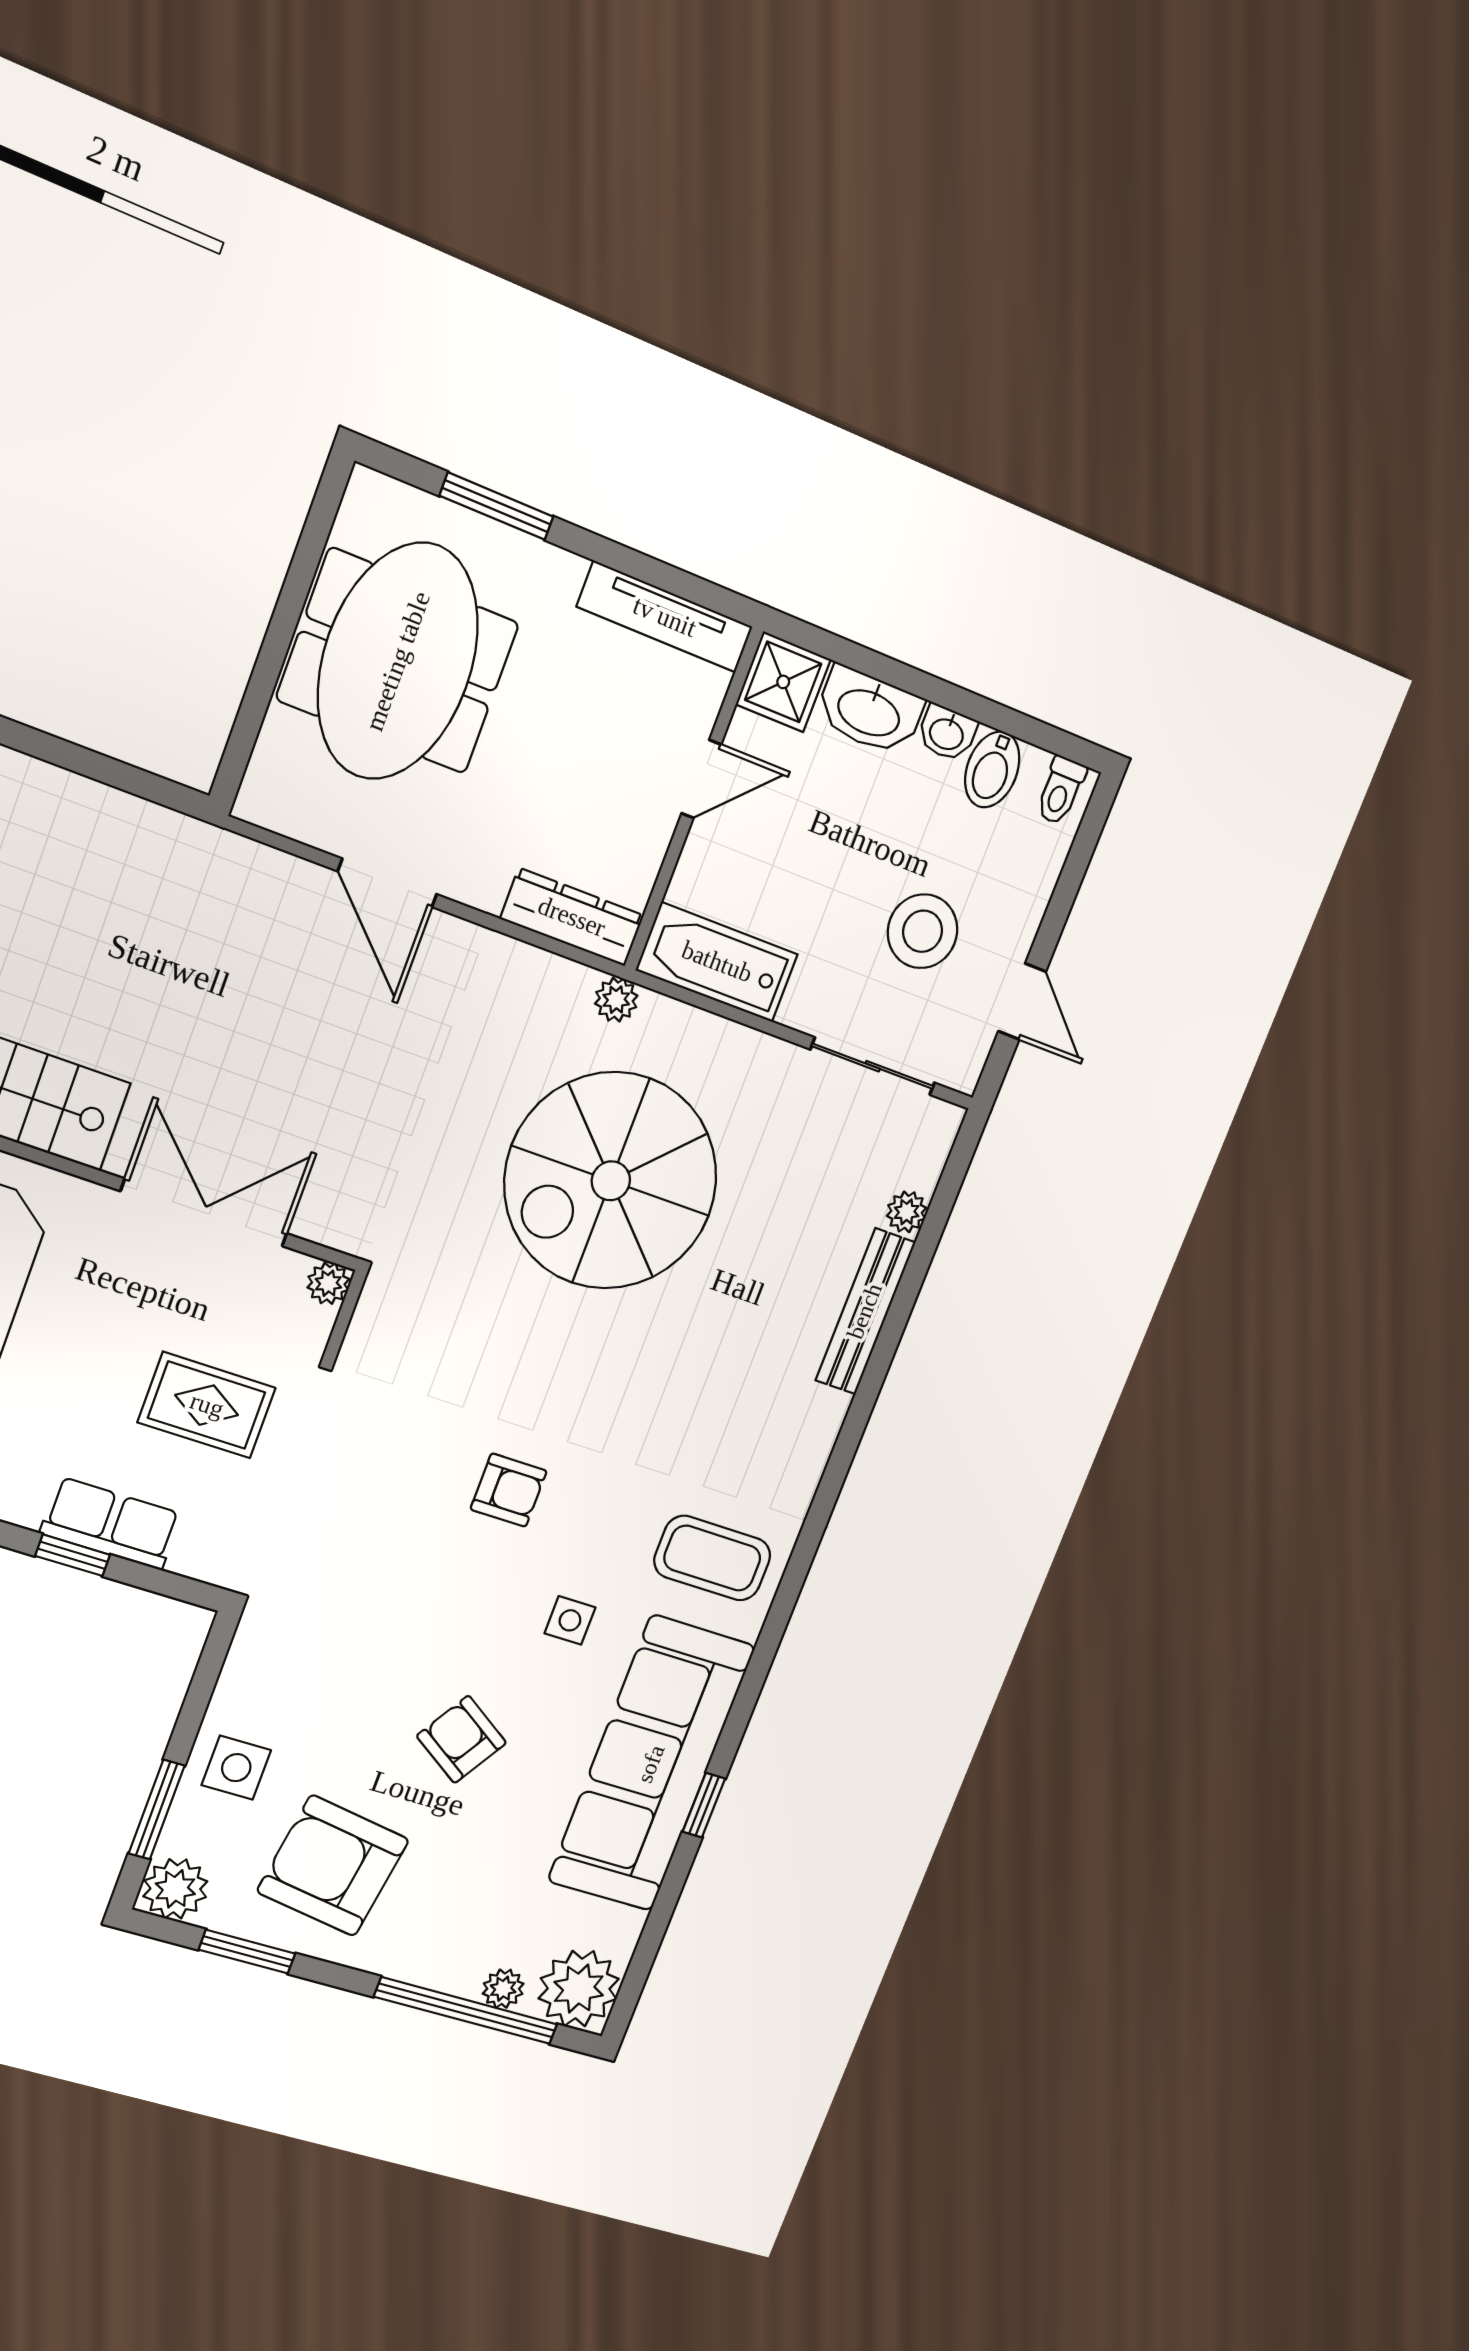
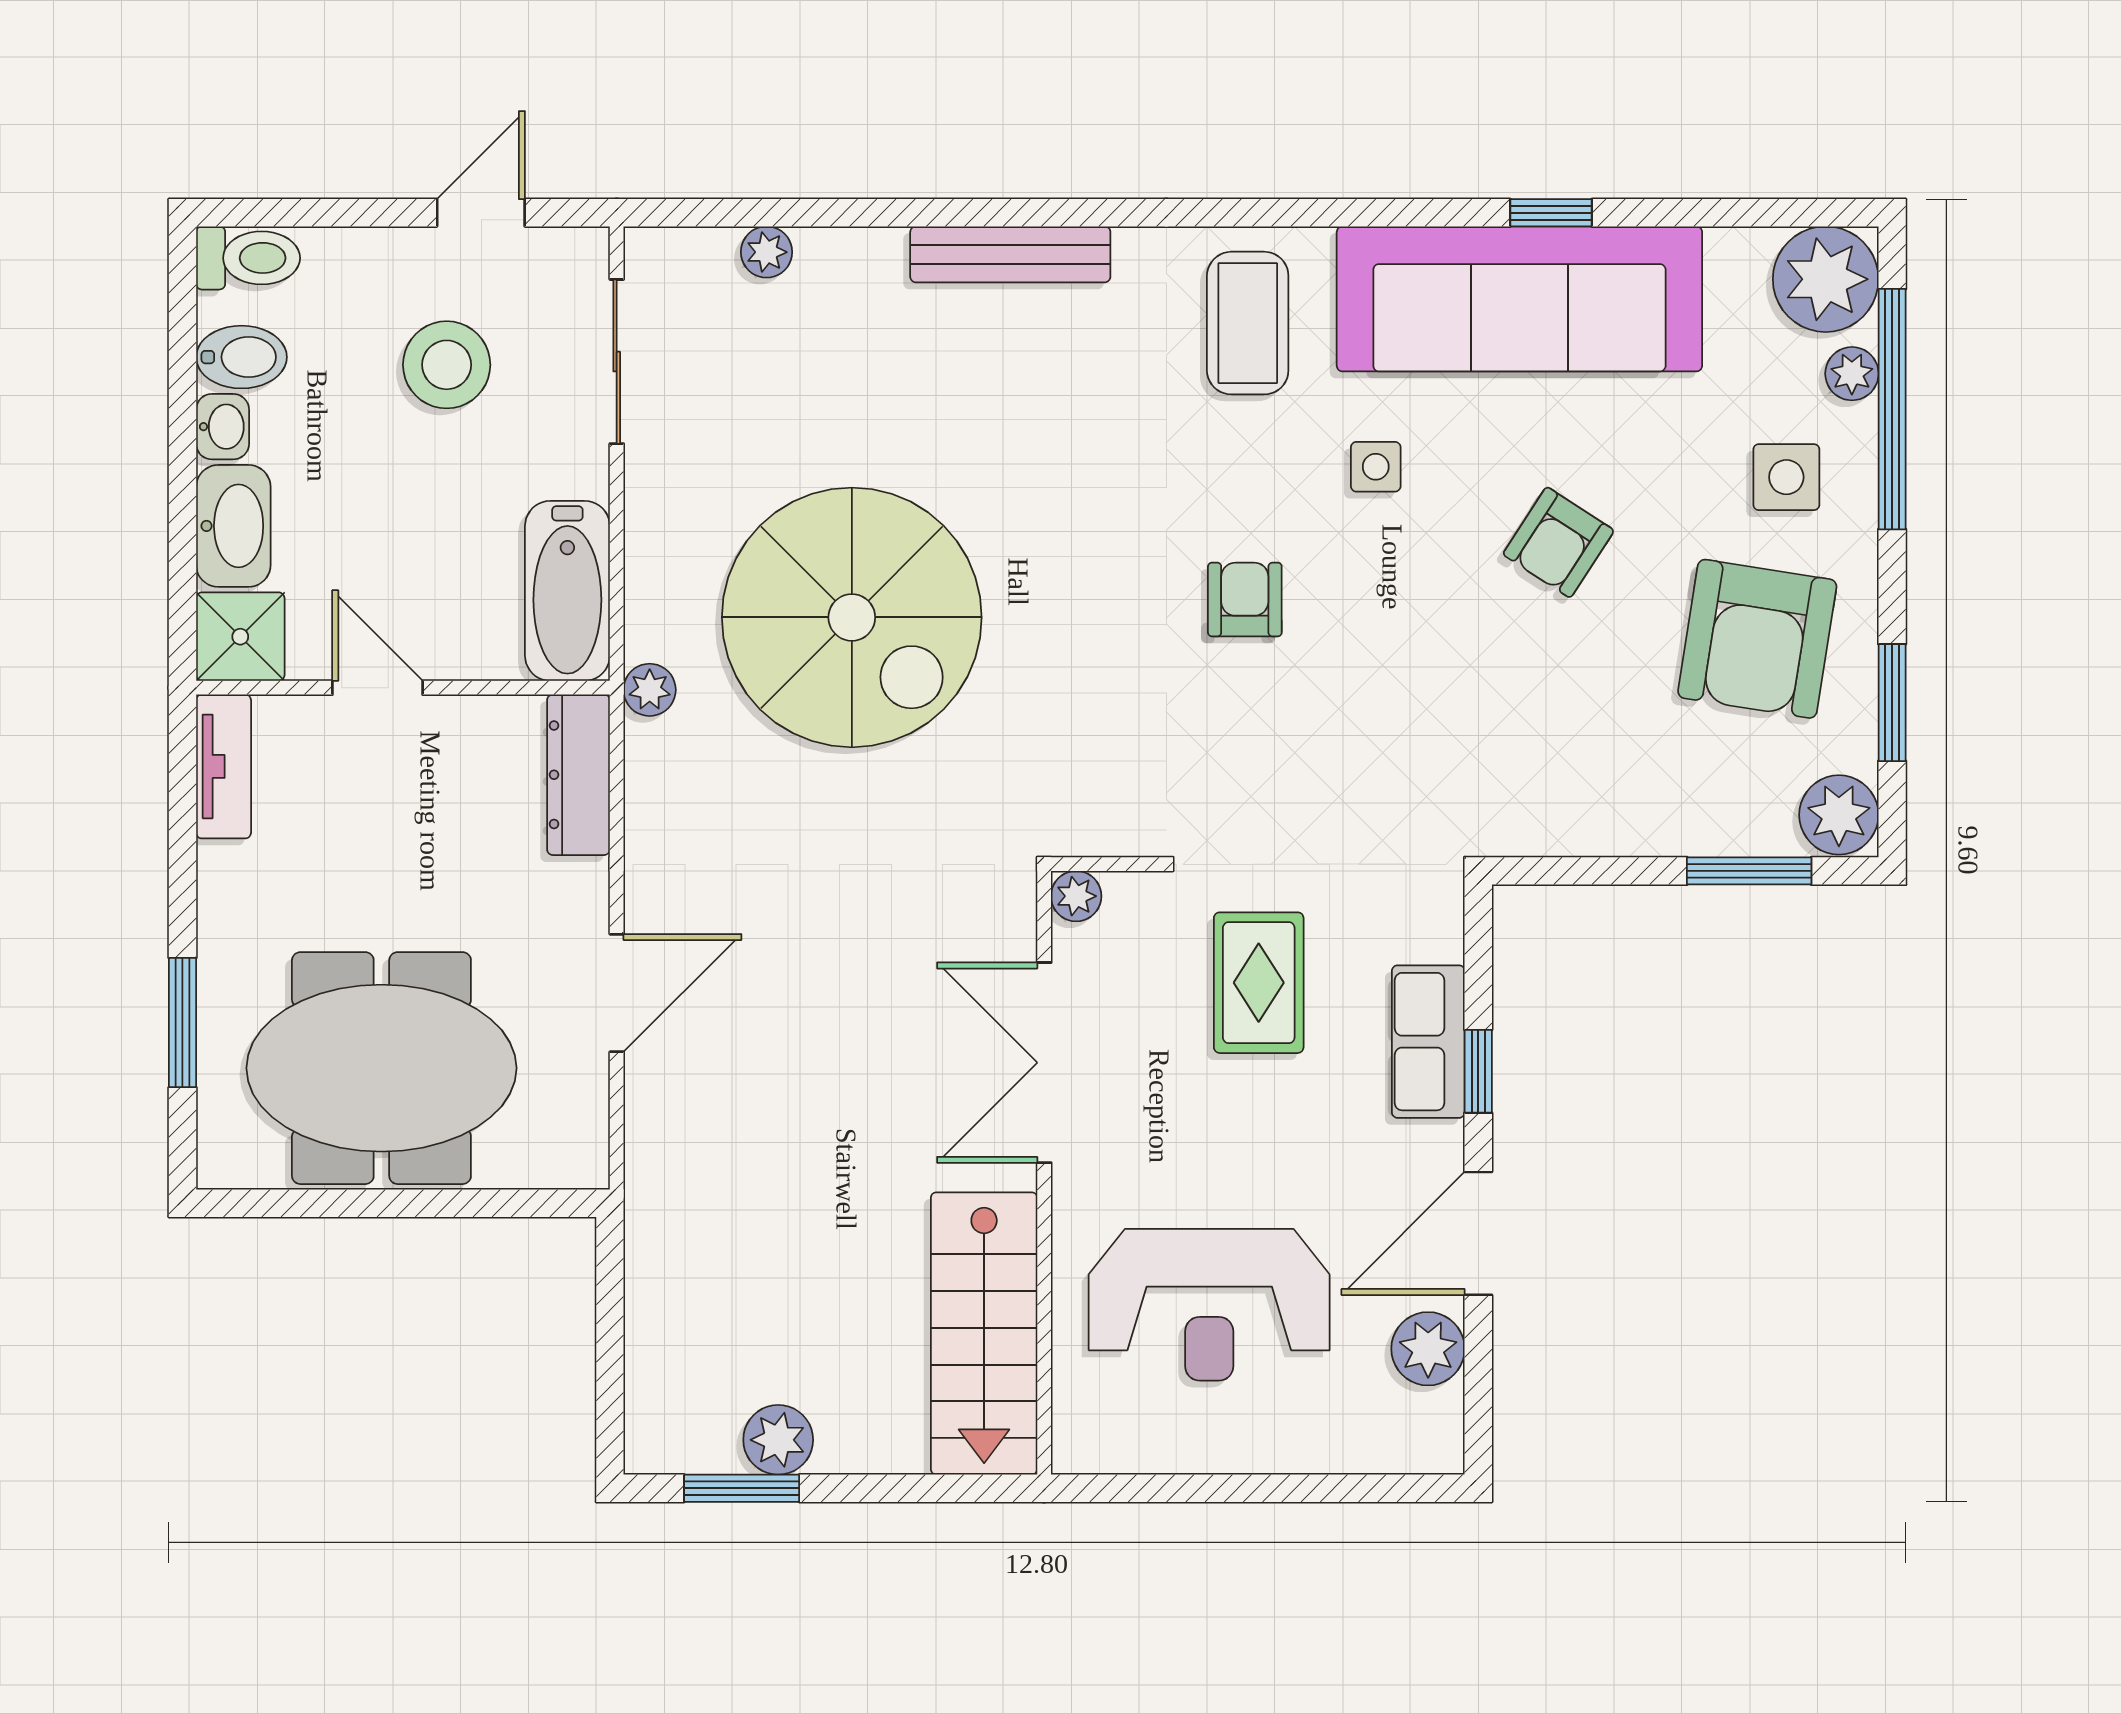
tv unit: (665, 617) -> (224, 766), width x0.71
toilet: (1061, 790) -> (248, 258), width x1.37, depth x1.39
bench: (865, 1311) -> (1010, 254), moved
side table: (236, 1768) -> (1786, 477), moved

